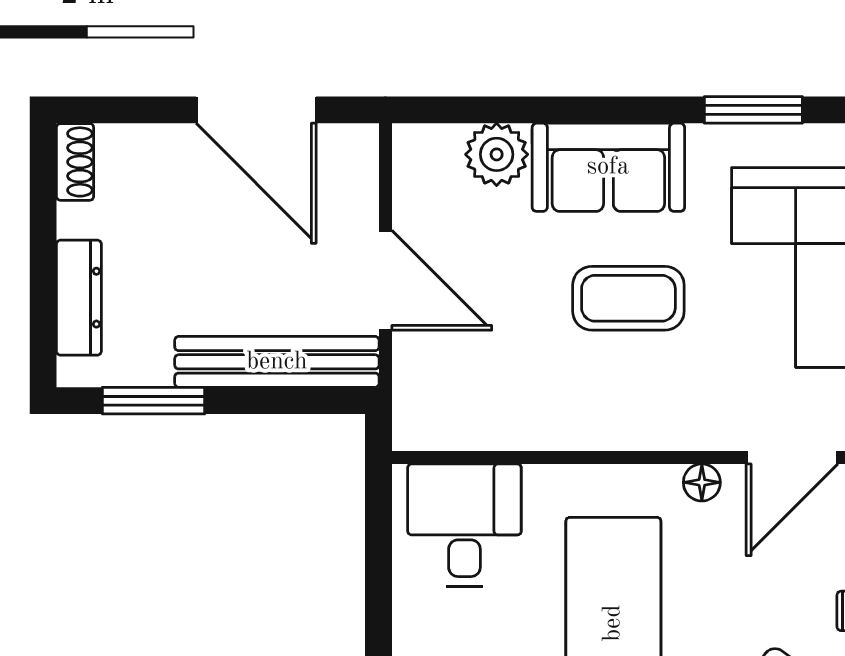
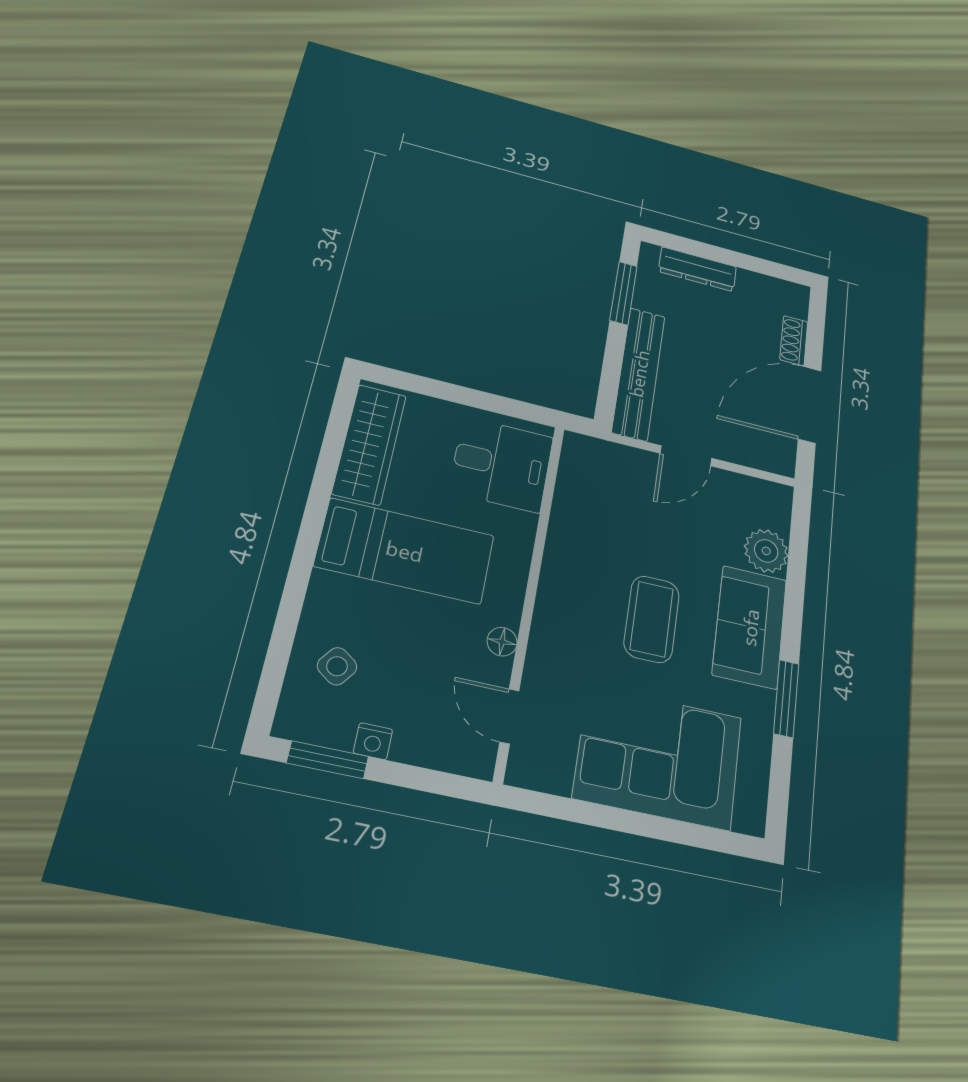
window: (753, 110) -> (786, 699), moved
shoe rack: (75, 162) -> (794, 341), moved, turned 90
door: (385, 280) -> (686, 456), width x0.73
door: (792, 458) -> (509, 716), width x0.73

